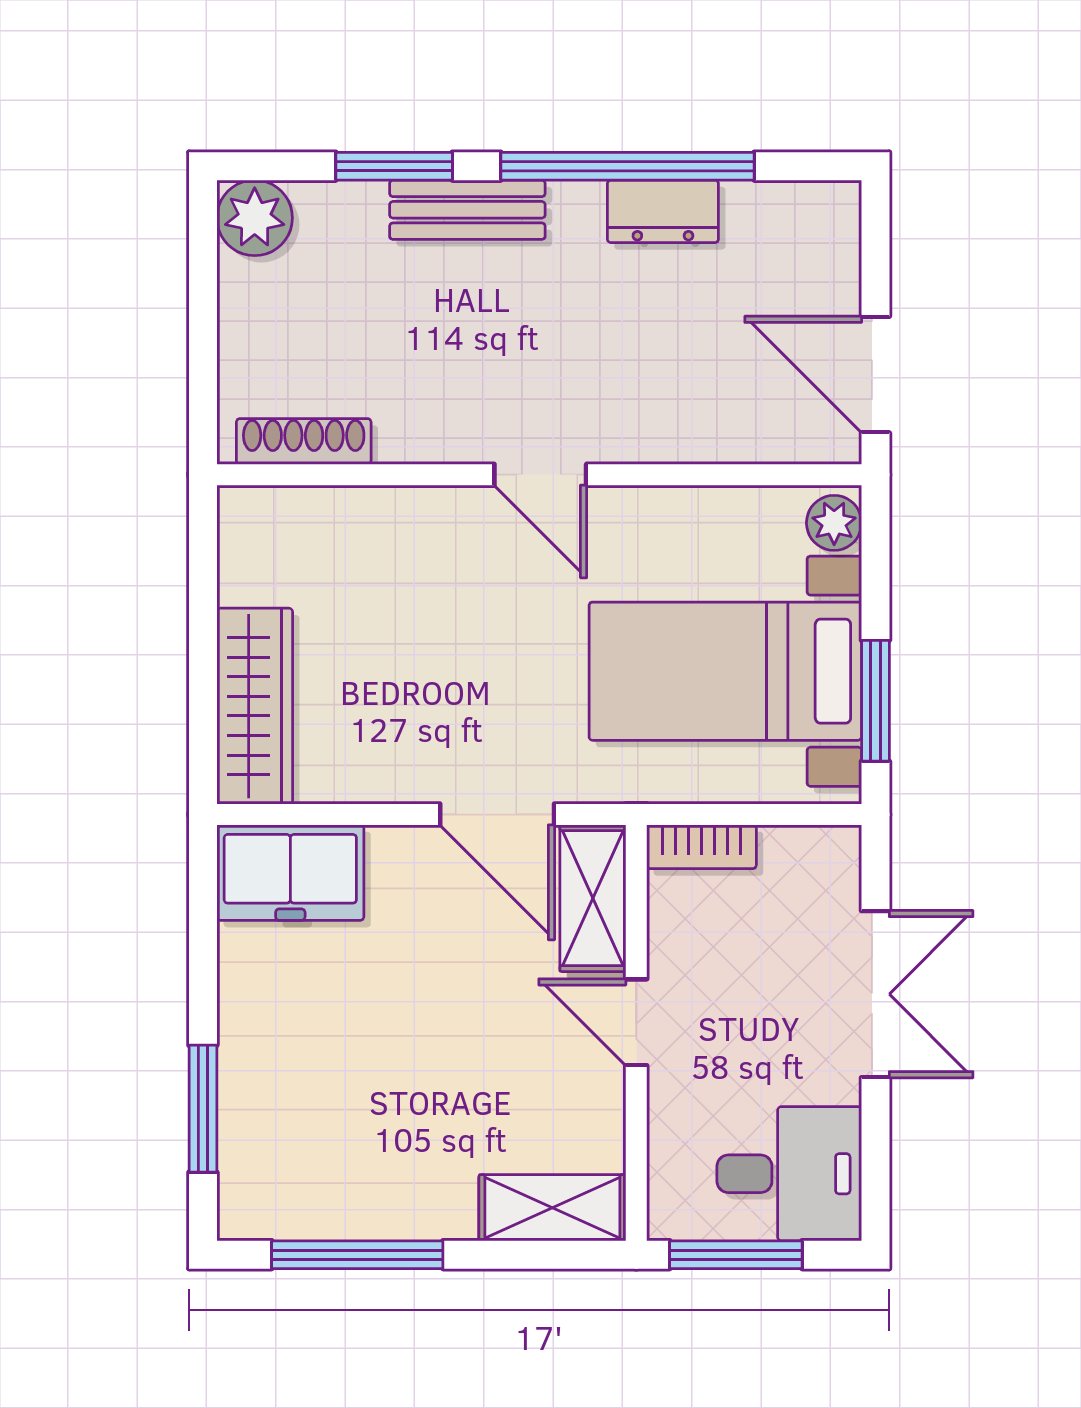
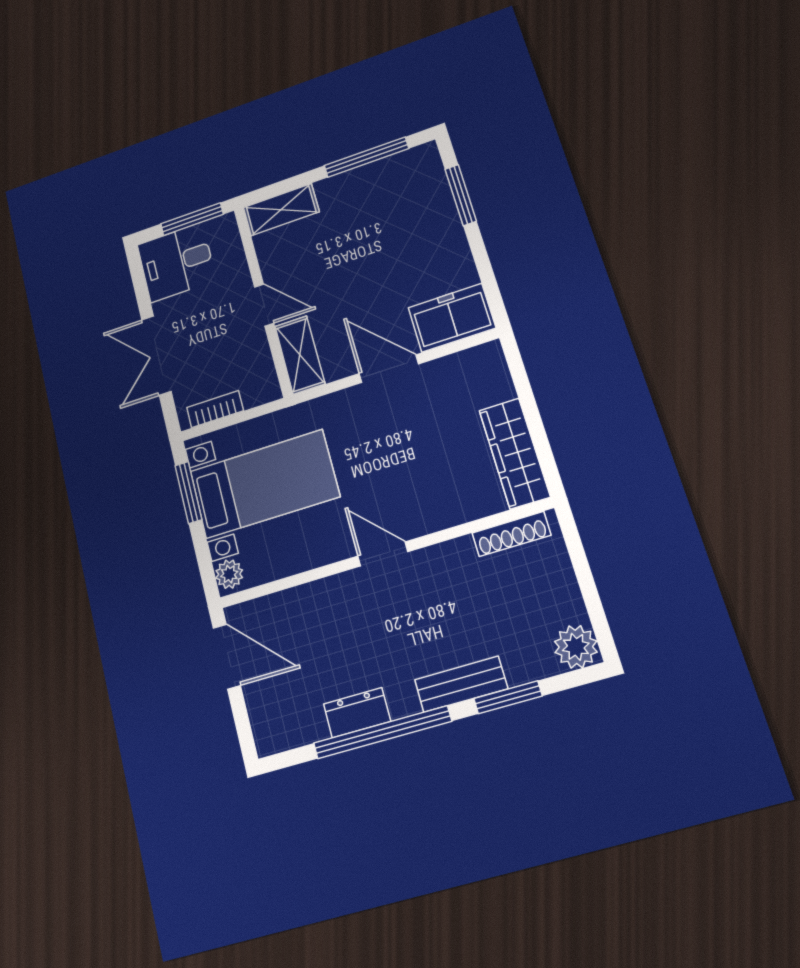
wardrobe: (255, 706) -> (514, 453), moved
door: (497, 814) -> (389, 369), moved
bookcase: (701, 847) -> (215, 409), moved

